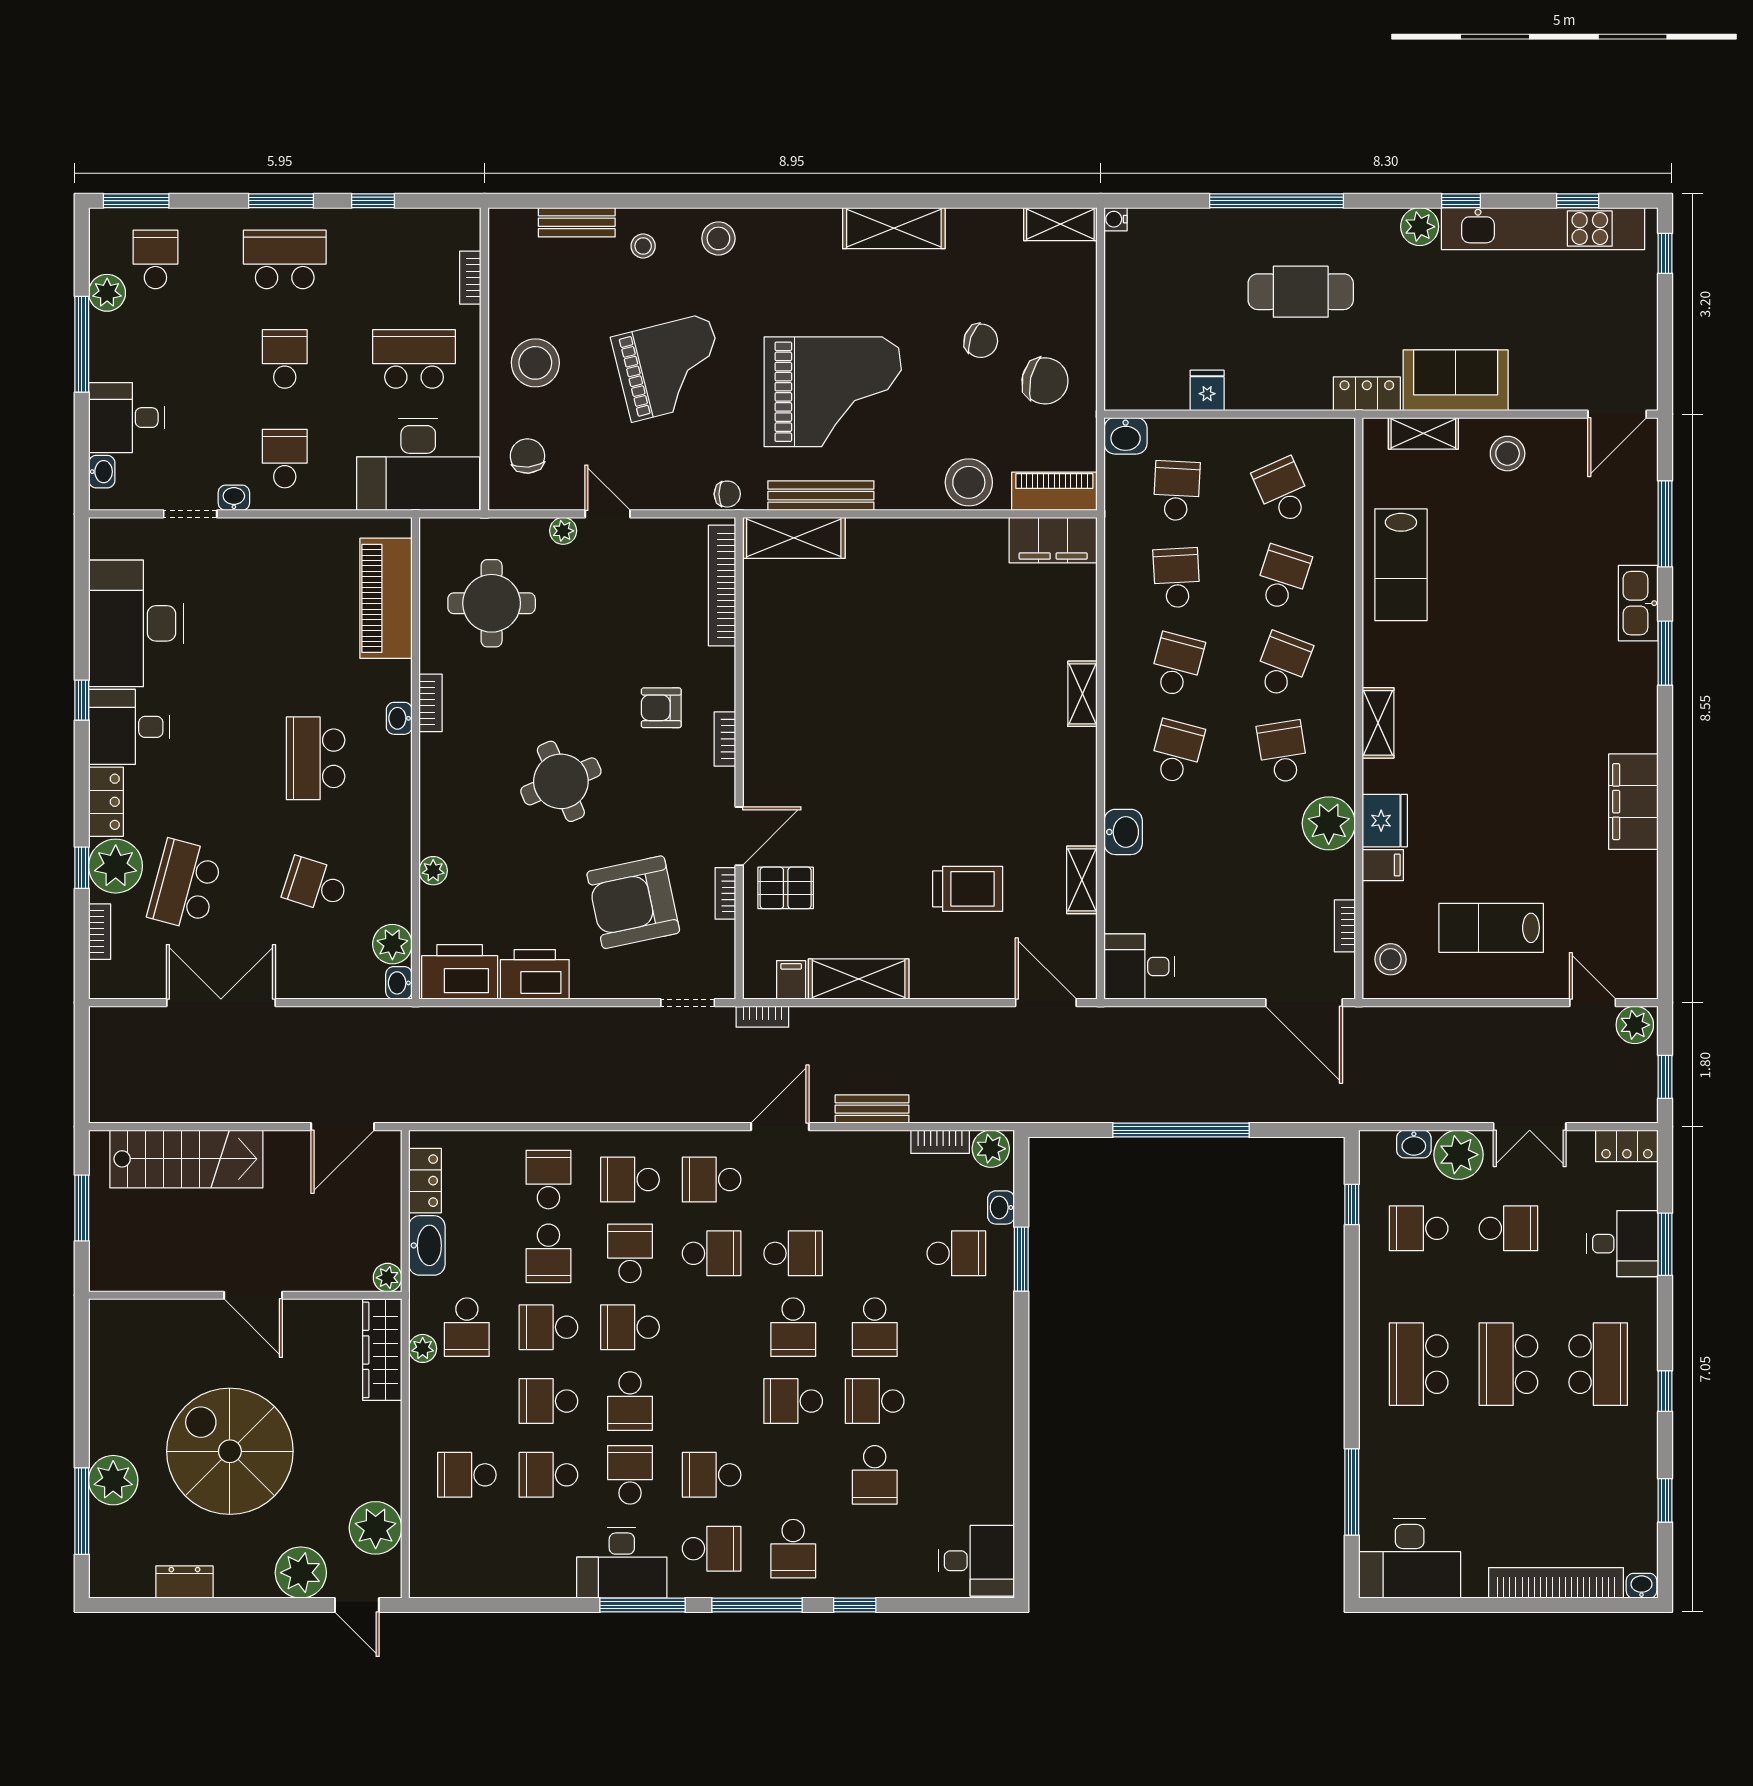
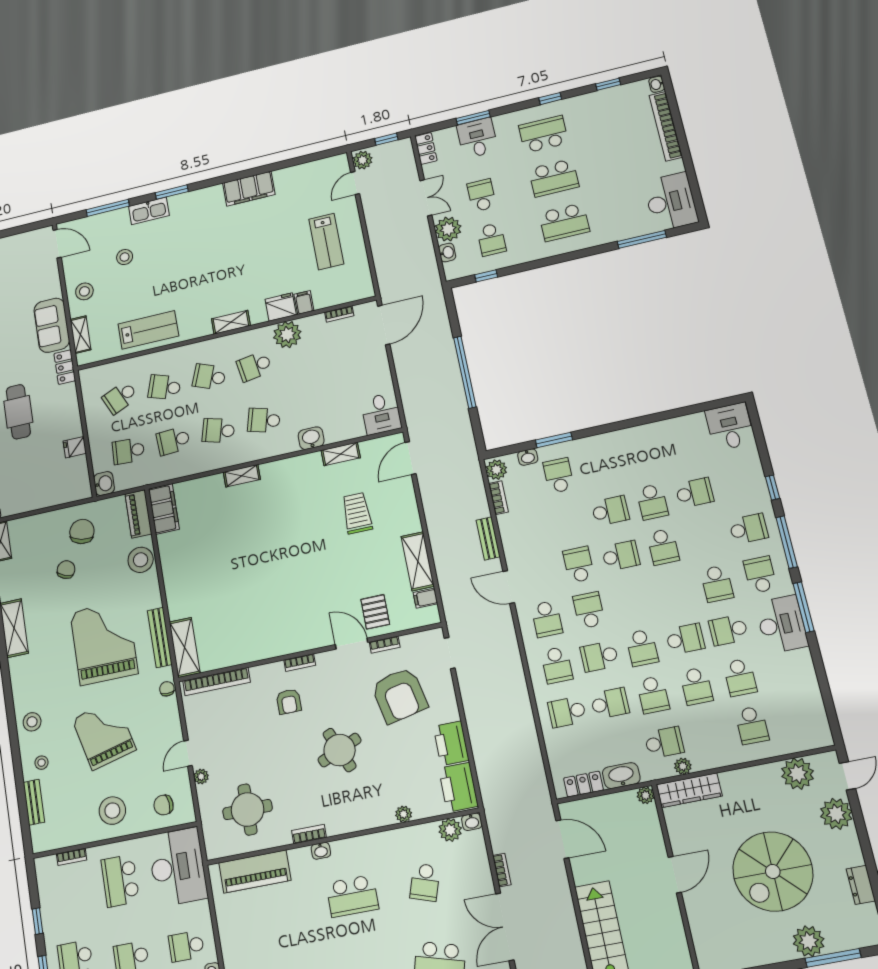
stool: (1390, 959) -> (125, 257), moved
bookcase: (762, 1017) -> (502, 870), moved

